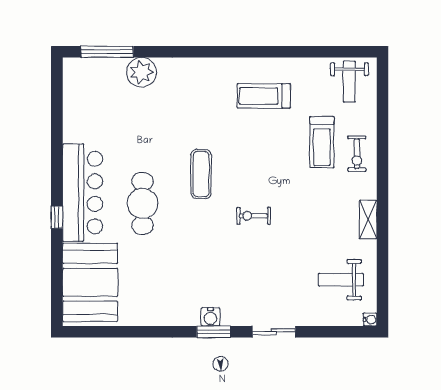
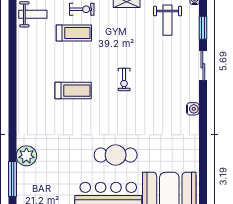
treadmill: (264, 96) -> (73, 91), moved, turned -90
exercise mat: (201, 174) -> (96, 115), removed
window: (214, 332) -> (203, 28), moved

